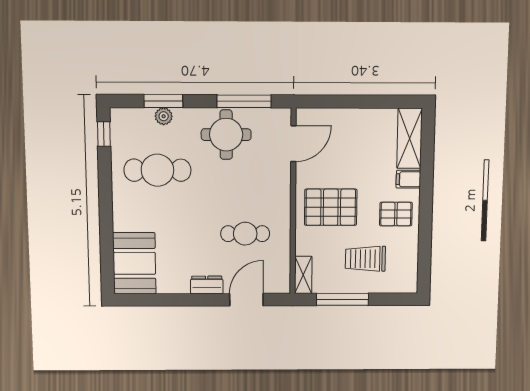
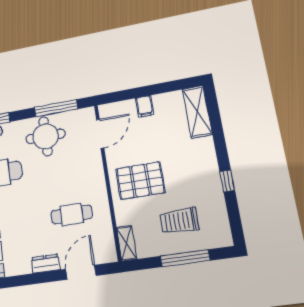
filing cabinet: (408, 179) -> (145, 106), moved, turned -90
pallet: (396, 214) -> (199, 177), removed
window: (425, 223) -> (227, 181), added
window: (342, 299) -> (185, 258), moved

